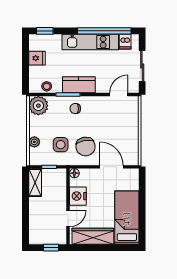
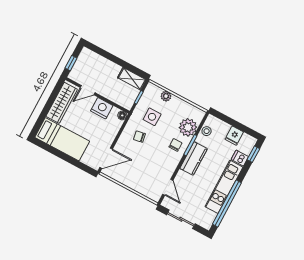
dishwasher: (125, 42) -> (240, 158), moved
plant: (38, 106) -> (188, 127), moved
chair: (86, 147) -> (139, 137), width x0.54, depth x0.54
door: (111, 167) -> (106, 158), moved
door: (68, 218) -> (88, 90), hinge flipped

